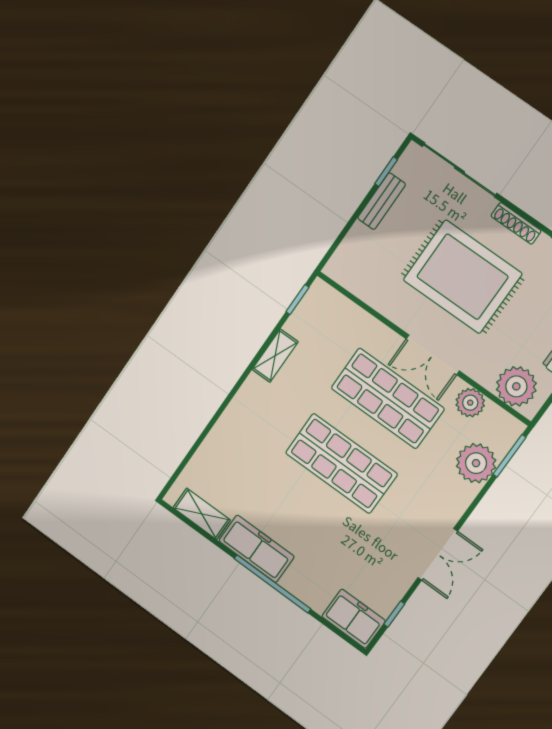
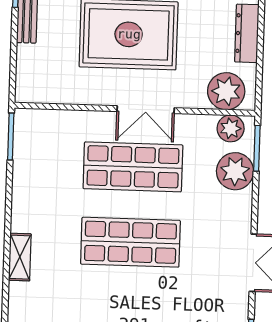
window: (297, 299) -> (11, 137), width x1.50
shelving: (275, 356) -> (20, 257), moved
plant: (470, 403) -> (231, 128), moved

